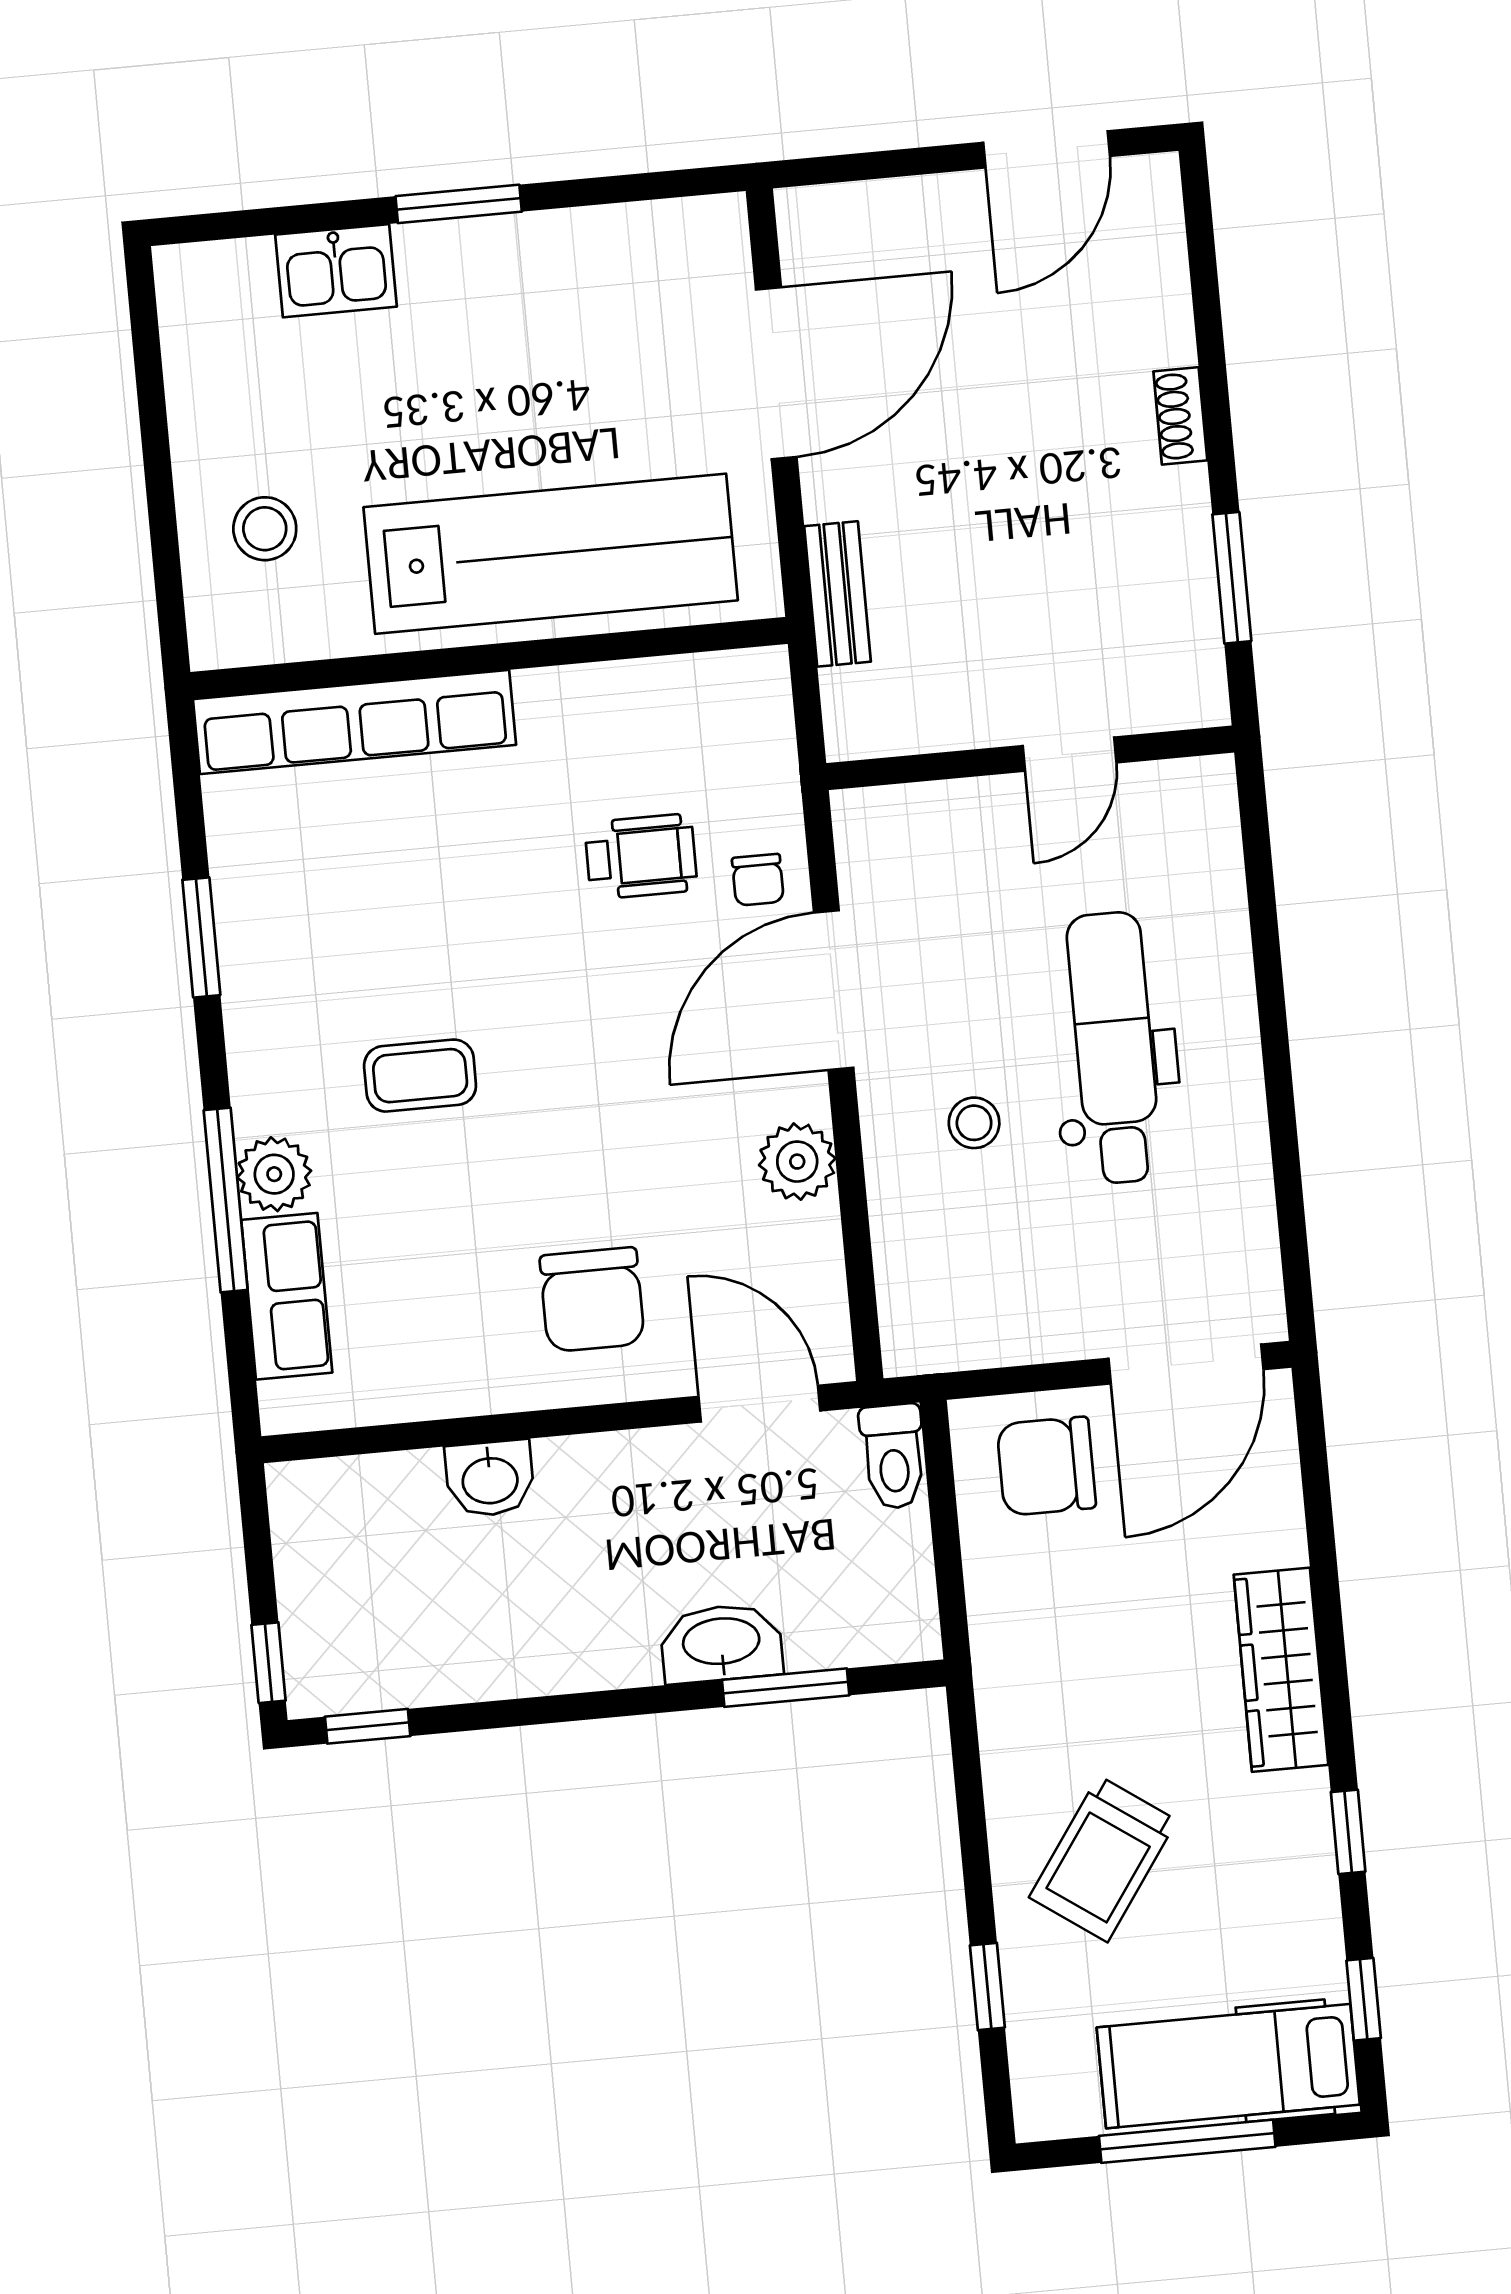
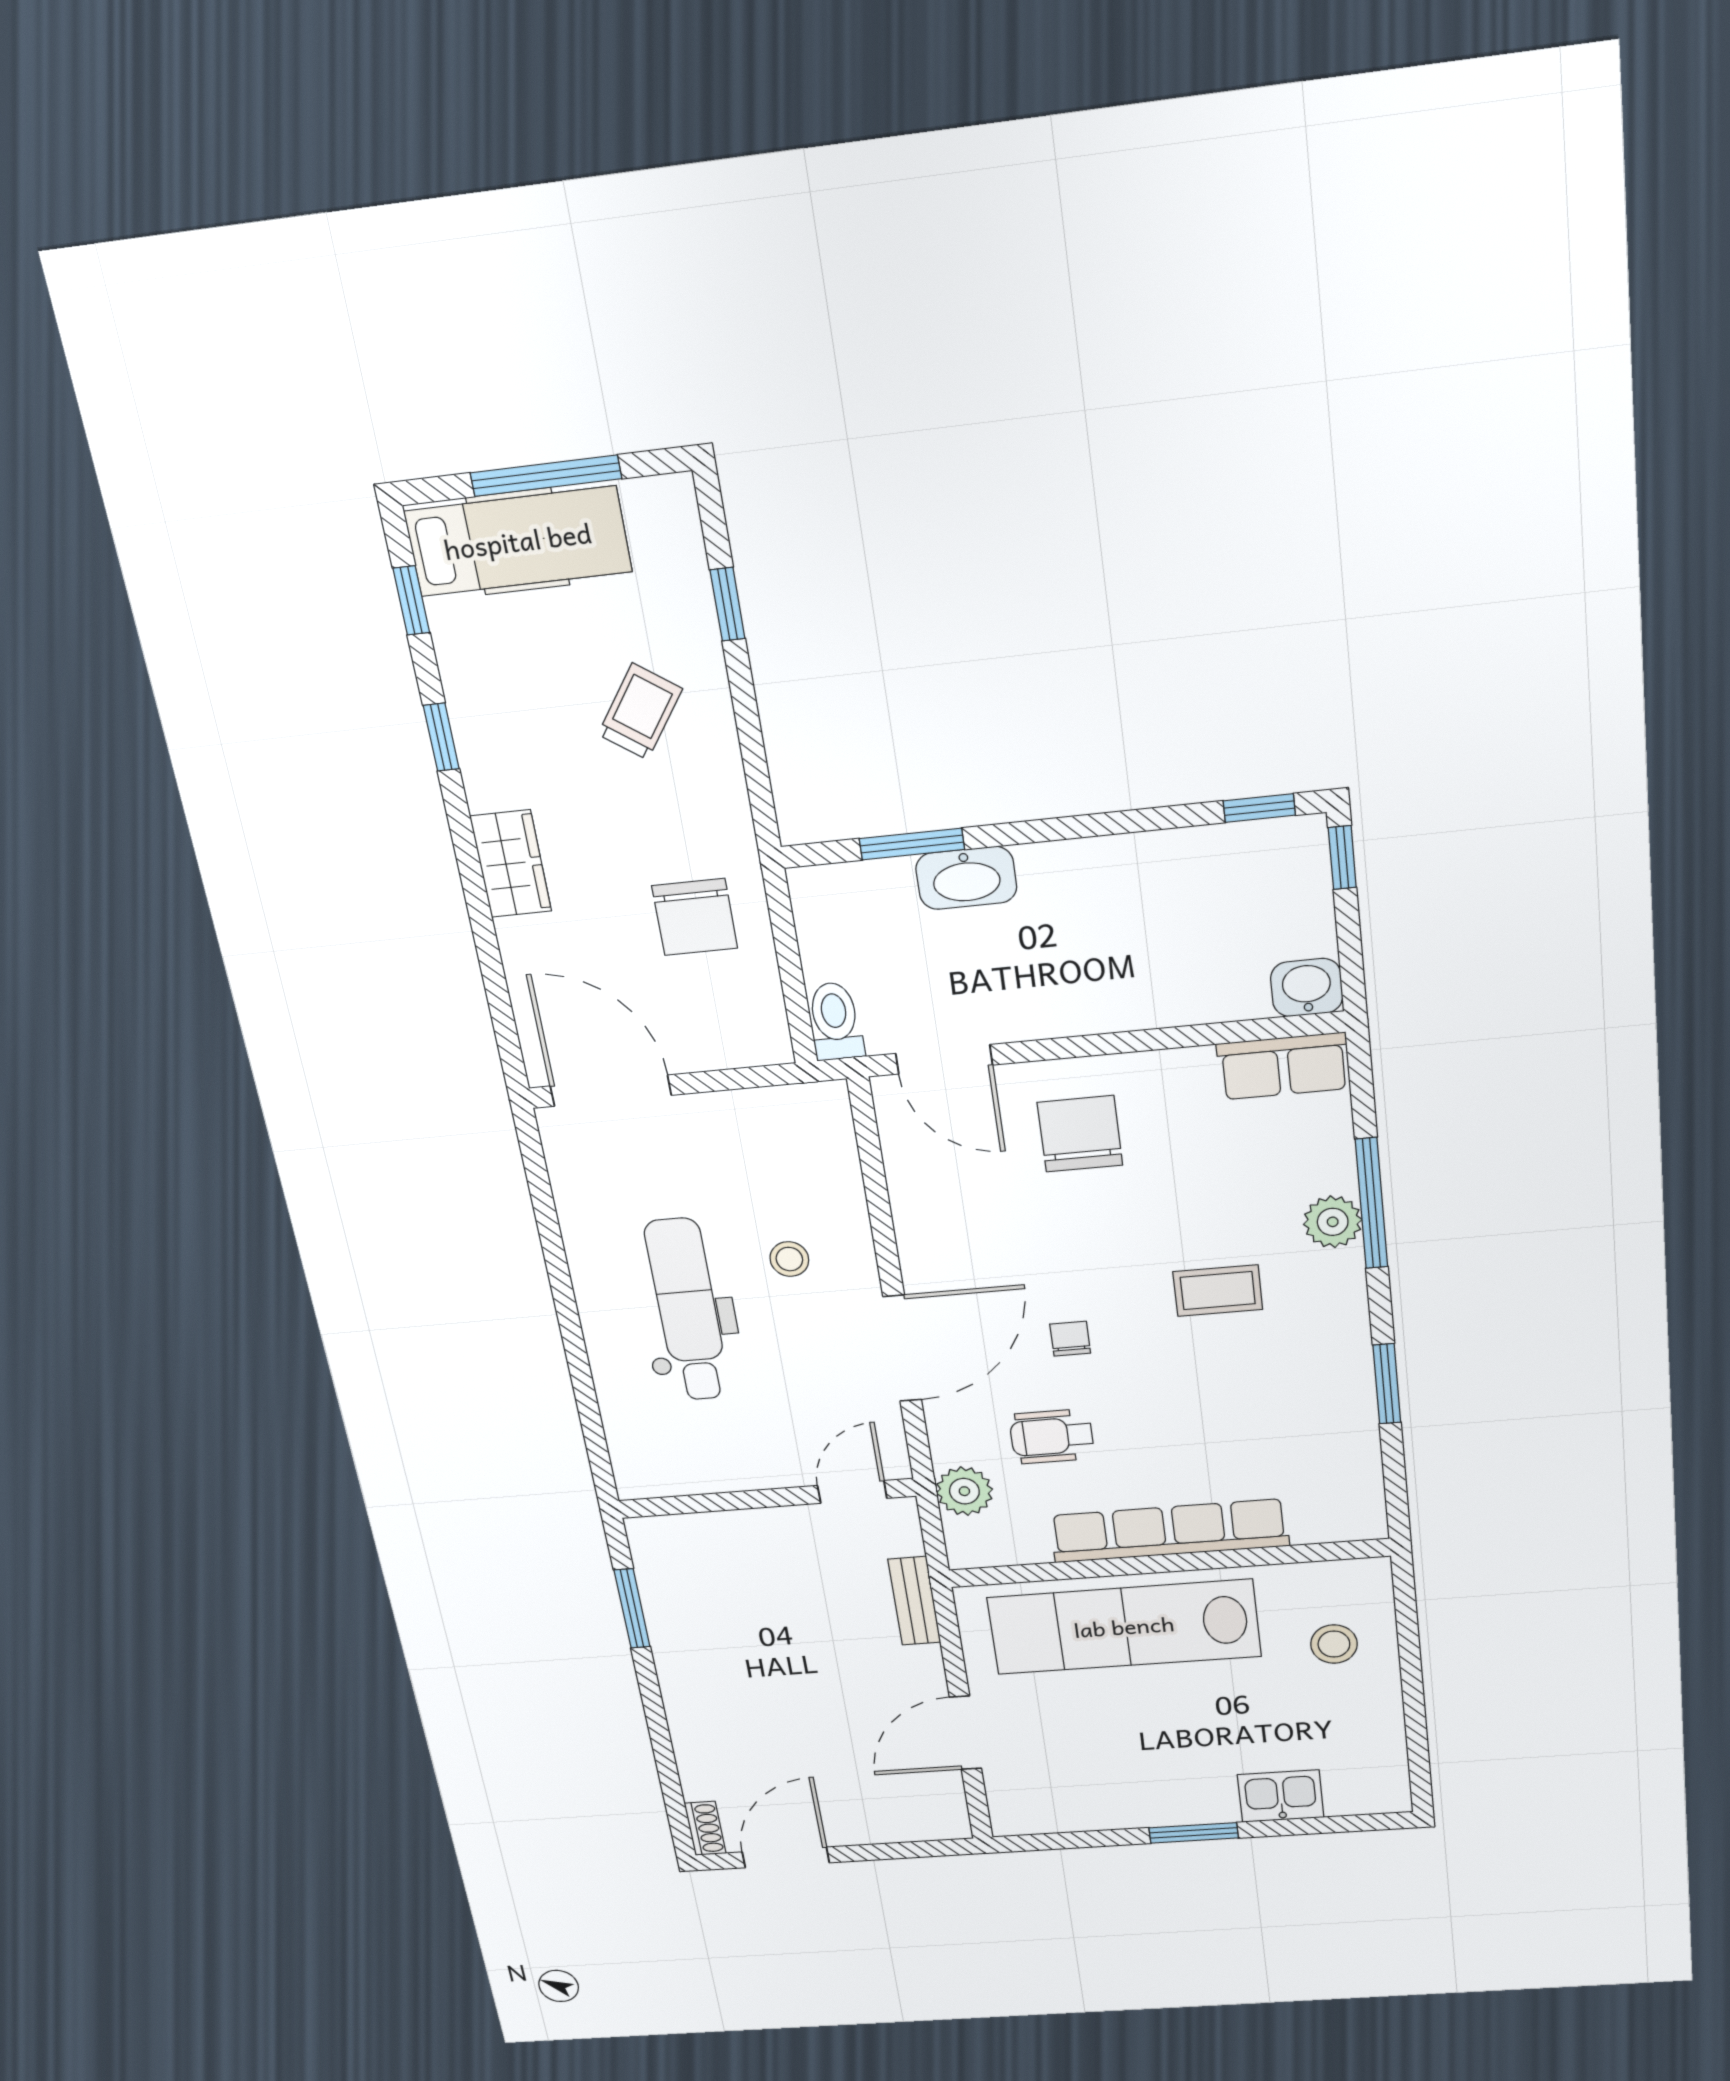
door: (776, 373) -> (966, 1733), width x0.73
shoe rack: (1180, 416) -> (705, 1828), moved
row of seats: (354, 722) -> (1169, 1531), moved
door: (1070, 754) -> (852, 1492), moved
chair: (758, 880) -> (1070, 1339), moved
dental chair: (1114, 1048) -> (688, 1310), turned 180
plant: (797, 1162) -> (964, 1491), moved
row of seats: (287, 1296) -> (1283, 1066), moved, turned -90
door: (1186, 1364) -> (611, 1091), hinge flipped
chair: (1046, 1466) -> (695, 917), moved, turned 90
washbasin: (490, 1479) -> (1307, 988), moved
wardrobe: (1281, 1670) -> (511, 864), width x0.67
trolley: (1103, 1859) -> (640, 712), width x0.73, depth x0.72

